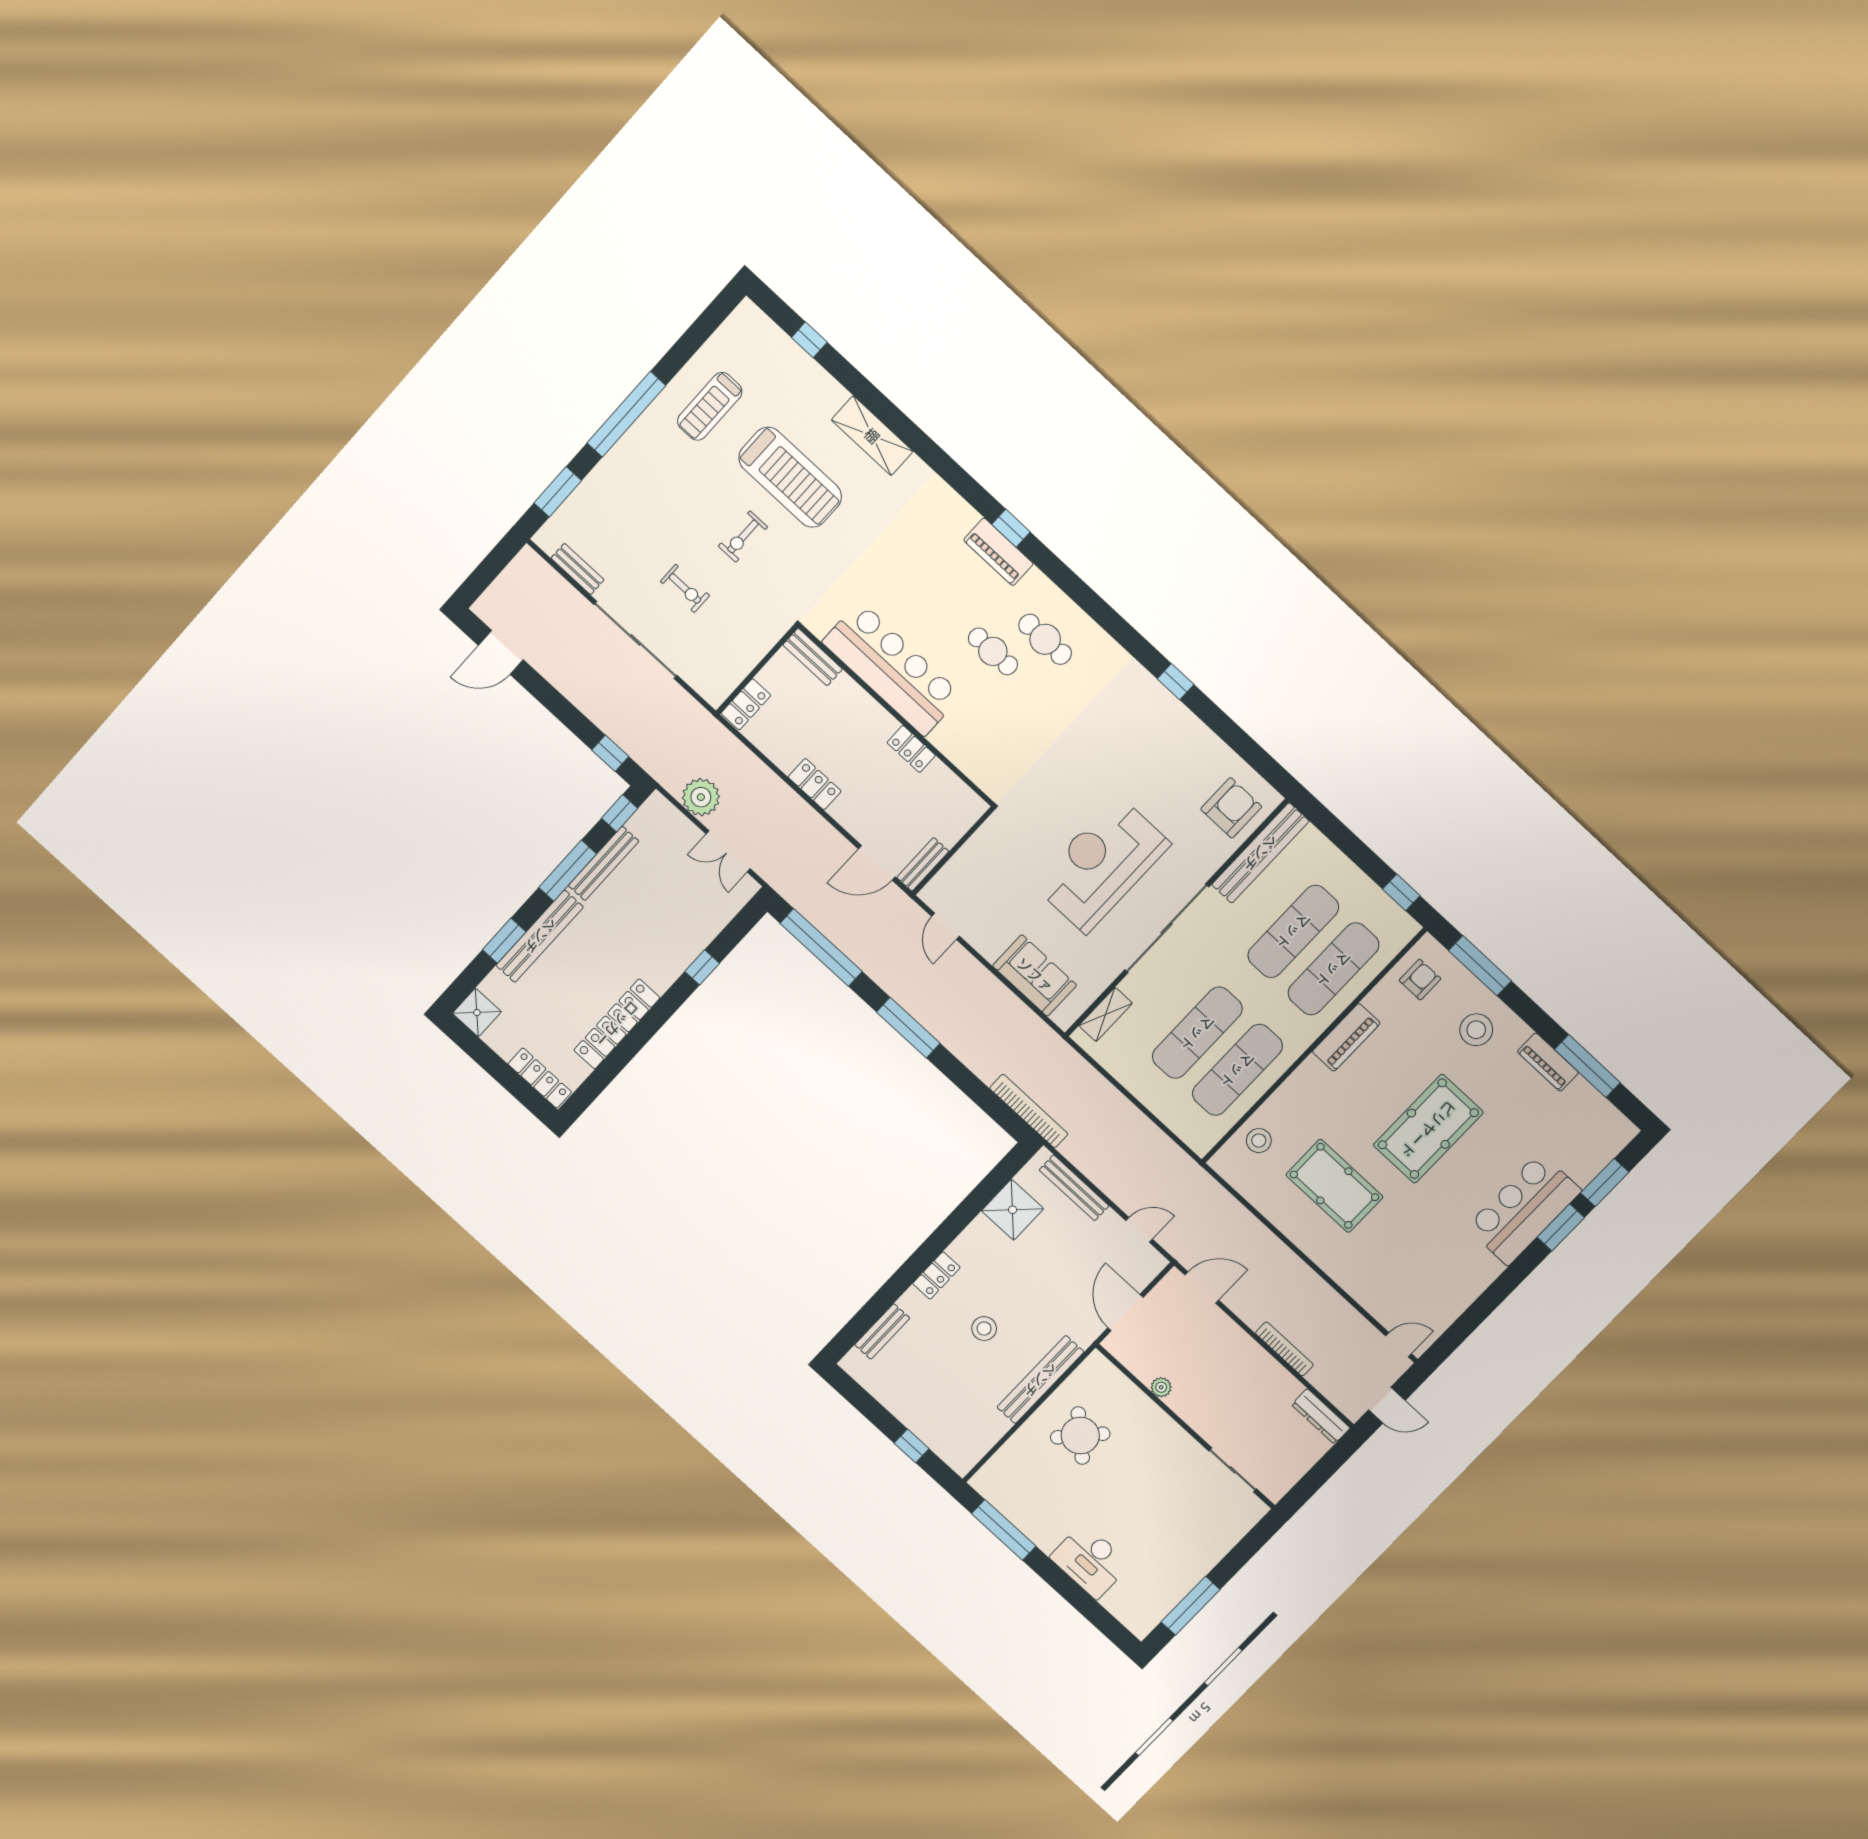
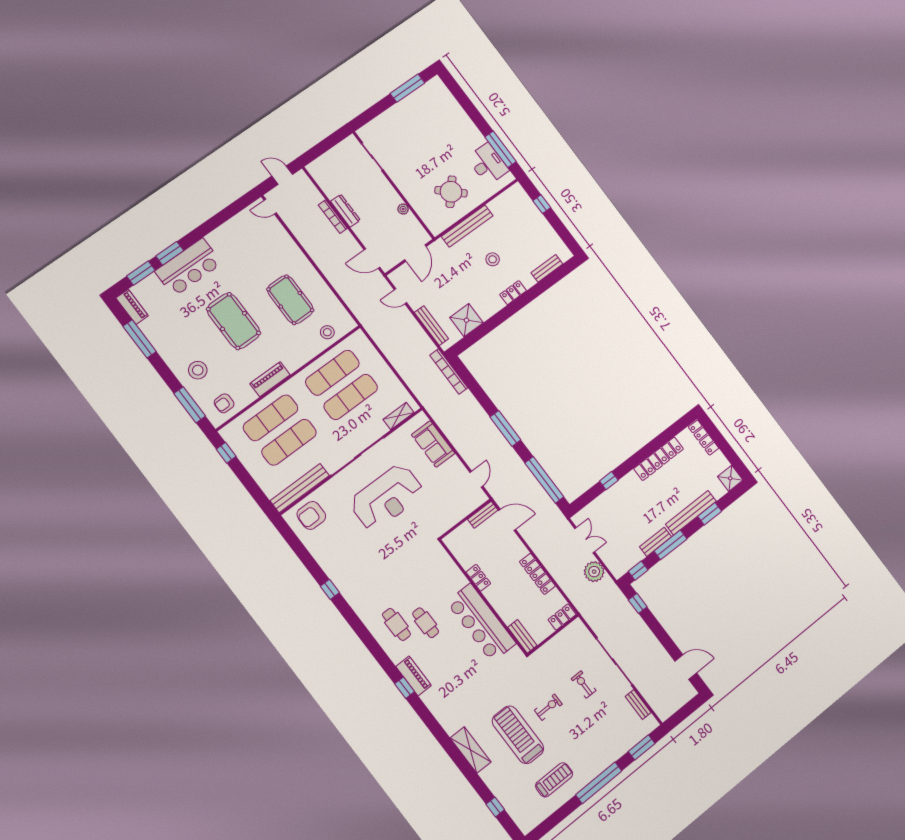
locker: (815, 784) -> (537, 574), width x1.53
bench: (604, 863) -> (656, 542), width x0.73
piano: (1548, 1062) -> (132, 307), moved
pool table: (1428, 1129) -> (234, 321), turned 90
dresser: (1321, 1416) -> (345, 211), moved
desk: (1090, 1561) -> (488, 164), moved

